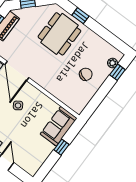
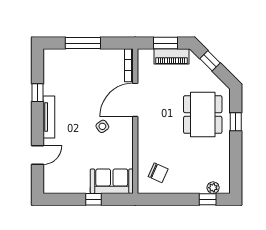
dining table: (59, 34) -> (203, 115), turned 90
chair: (86, 74) -> (158, 173), moved

